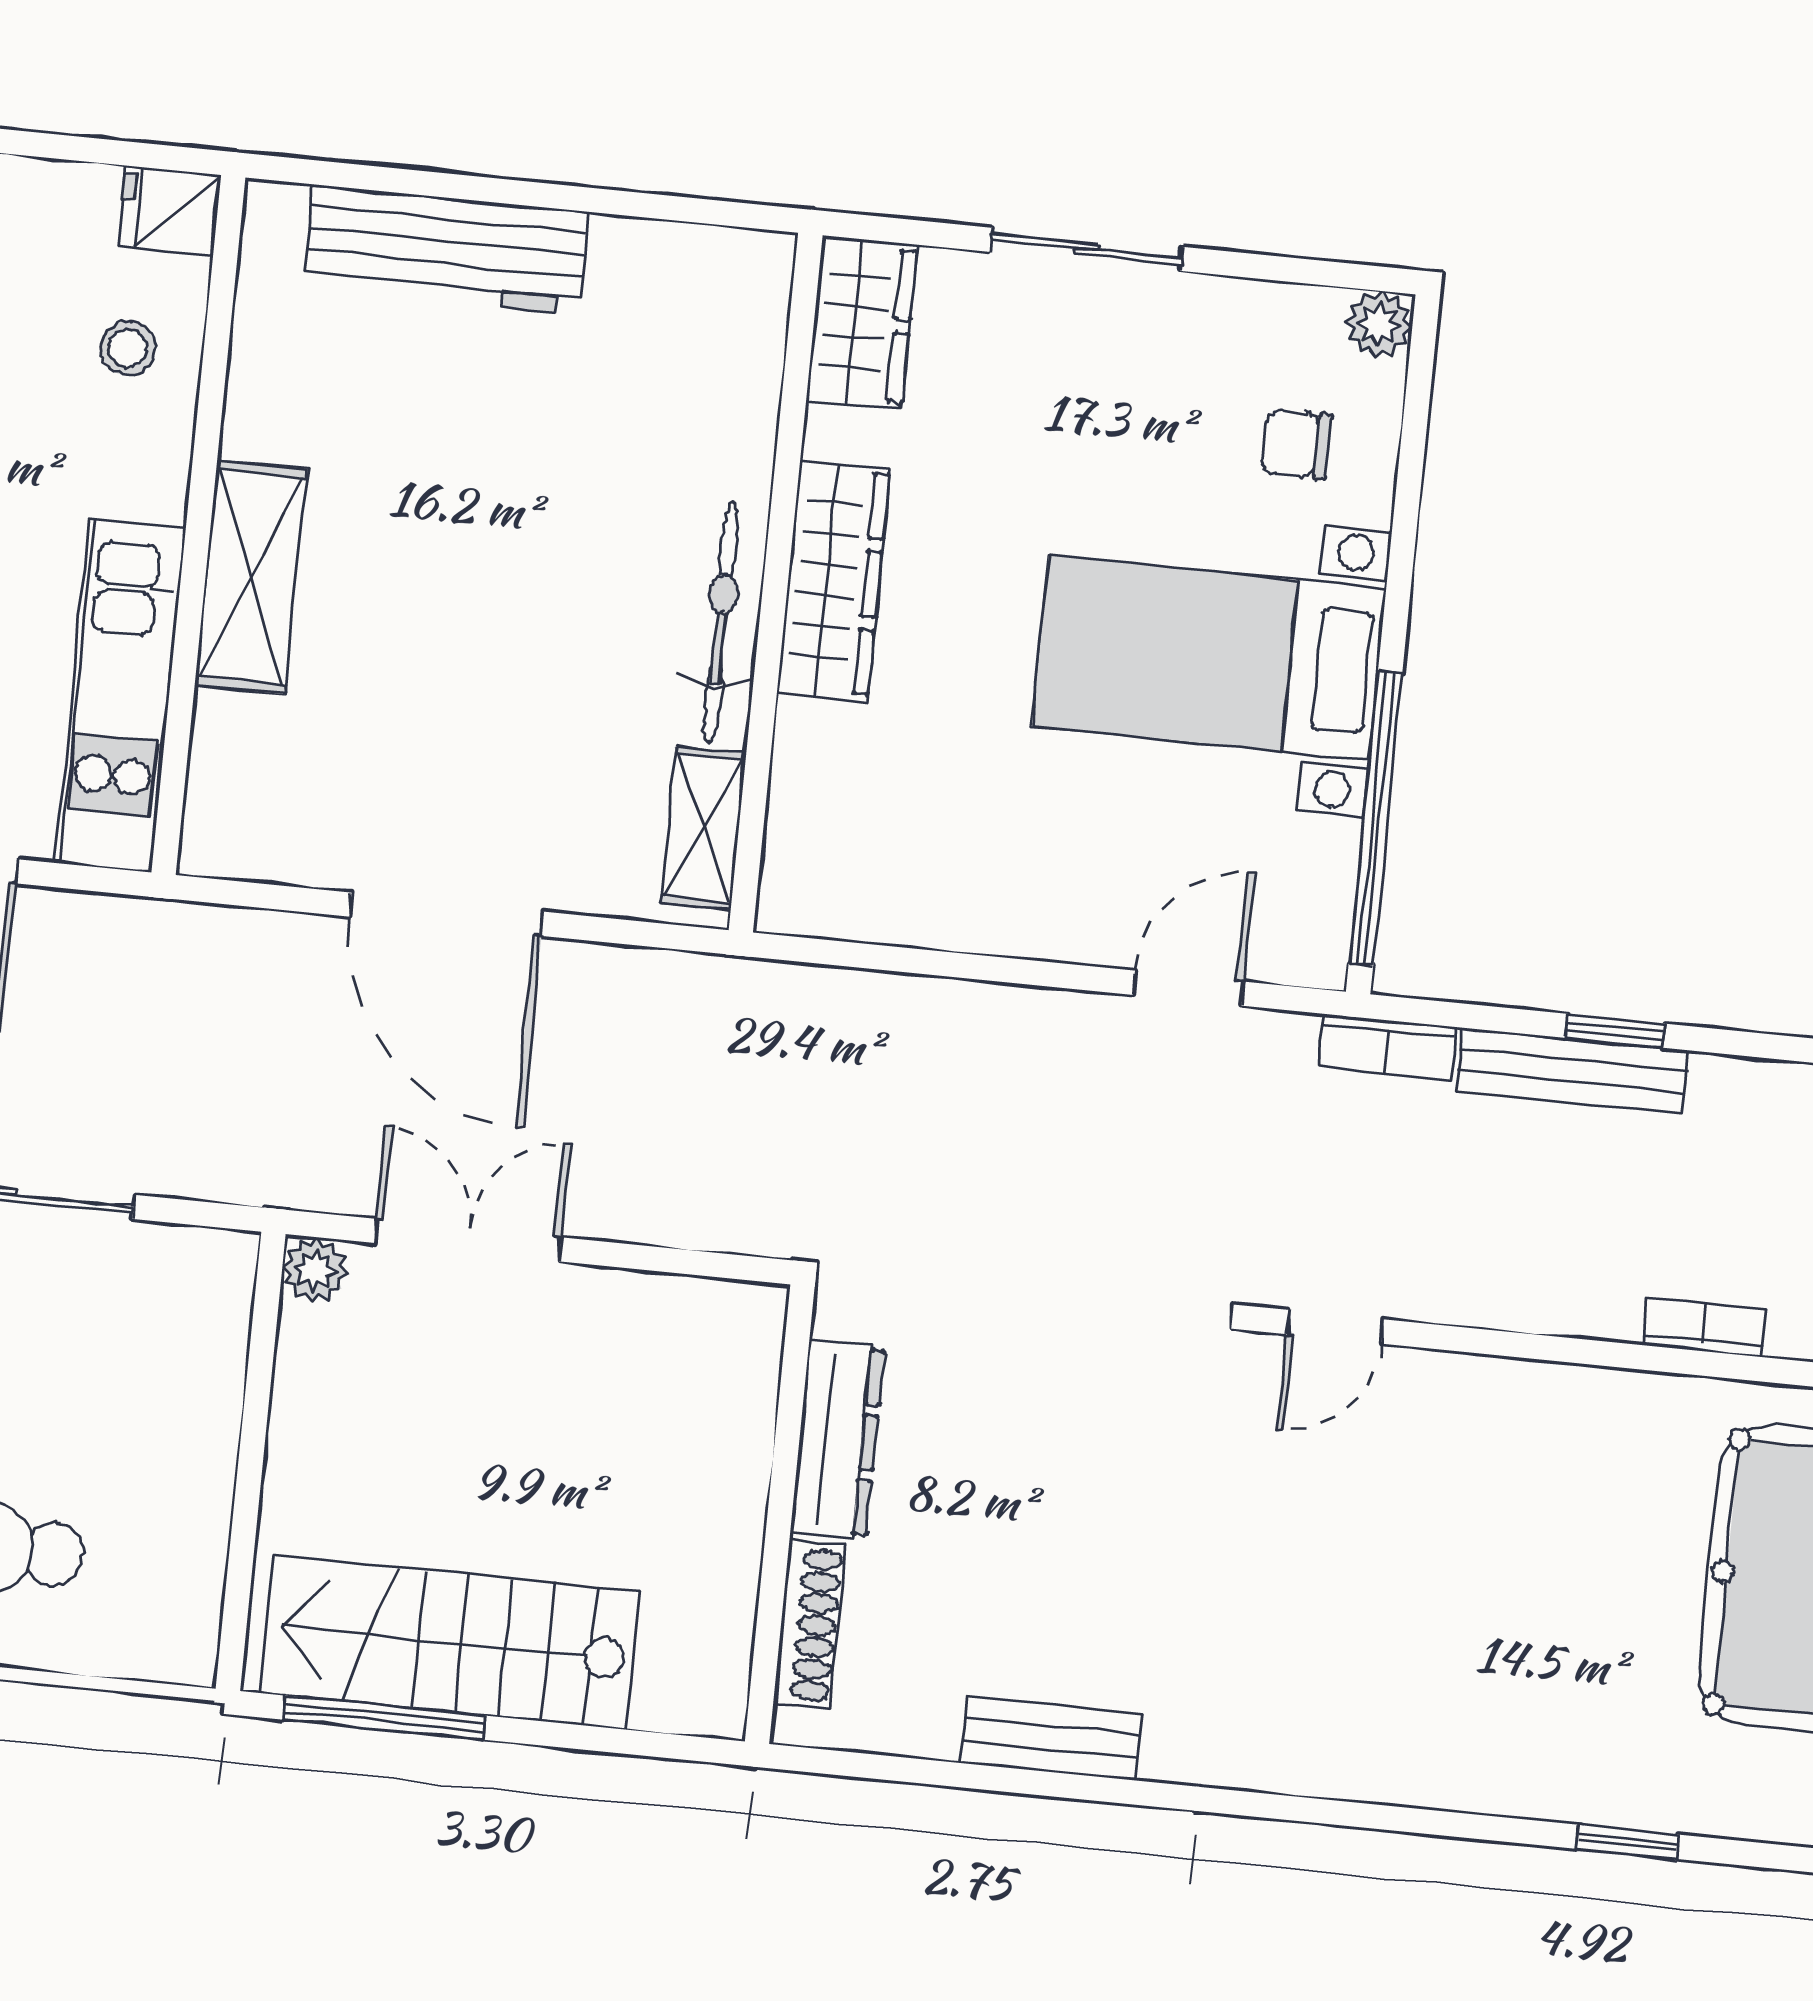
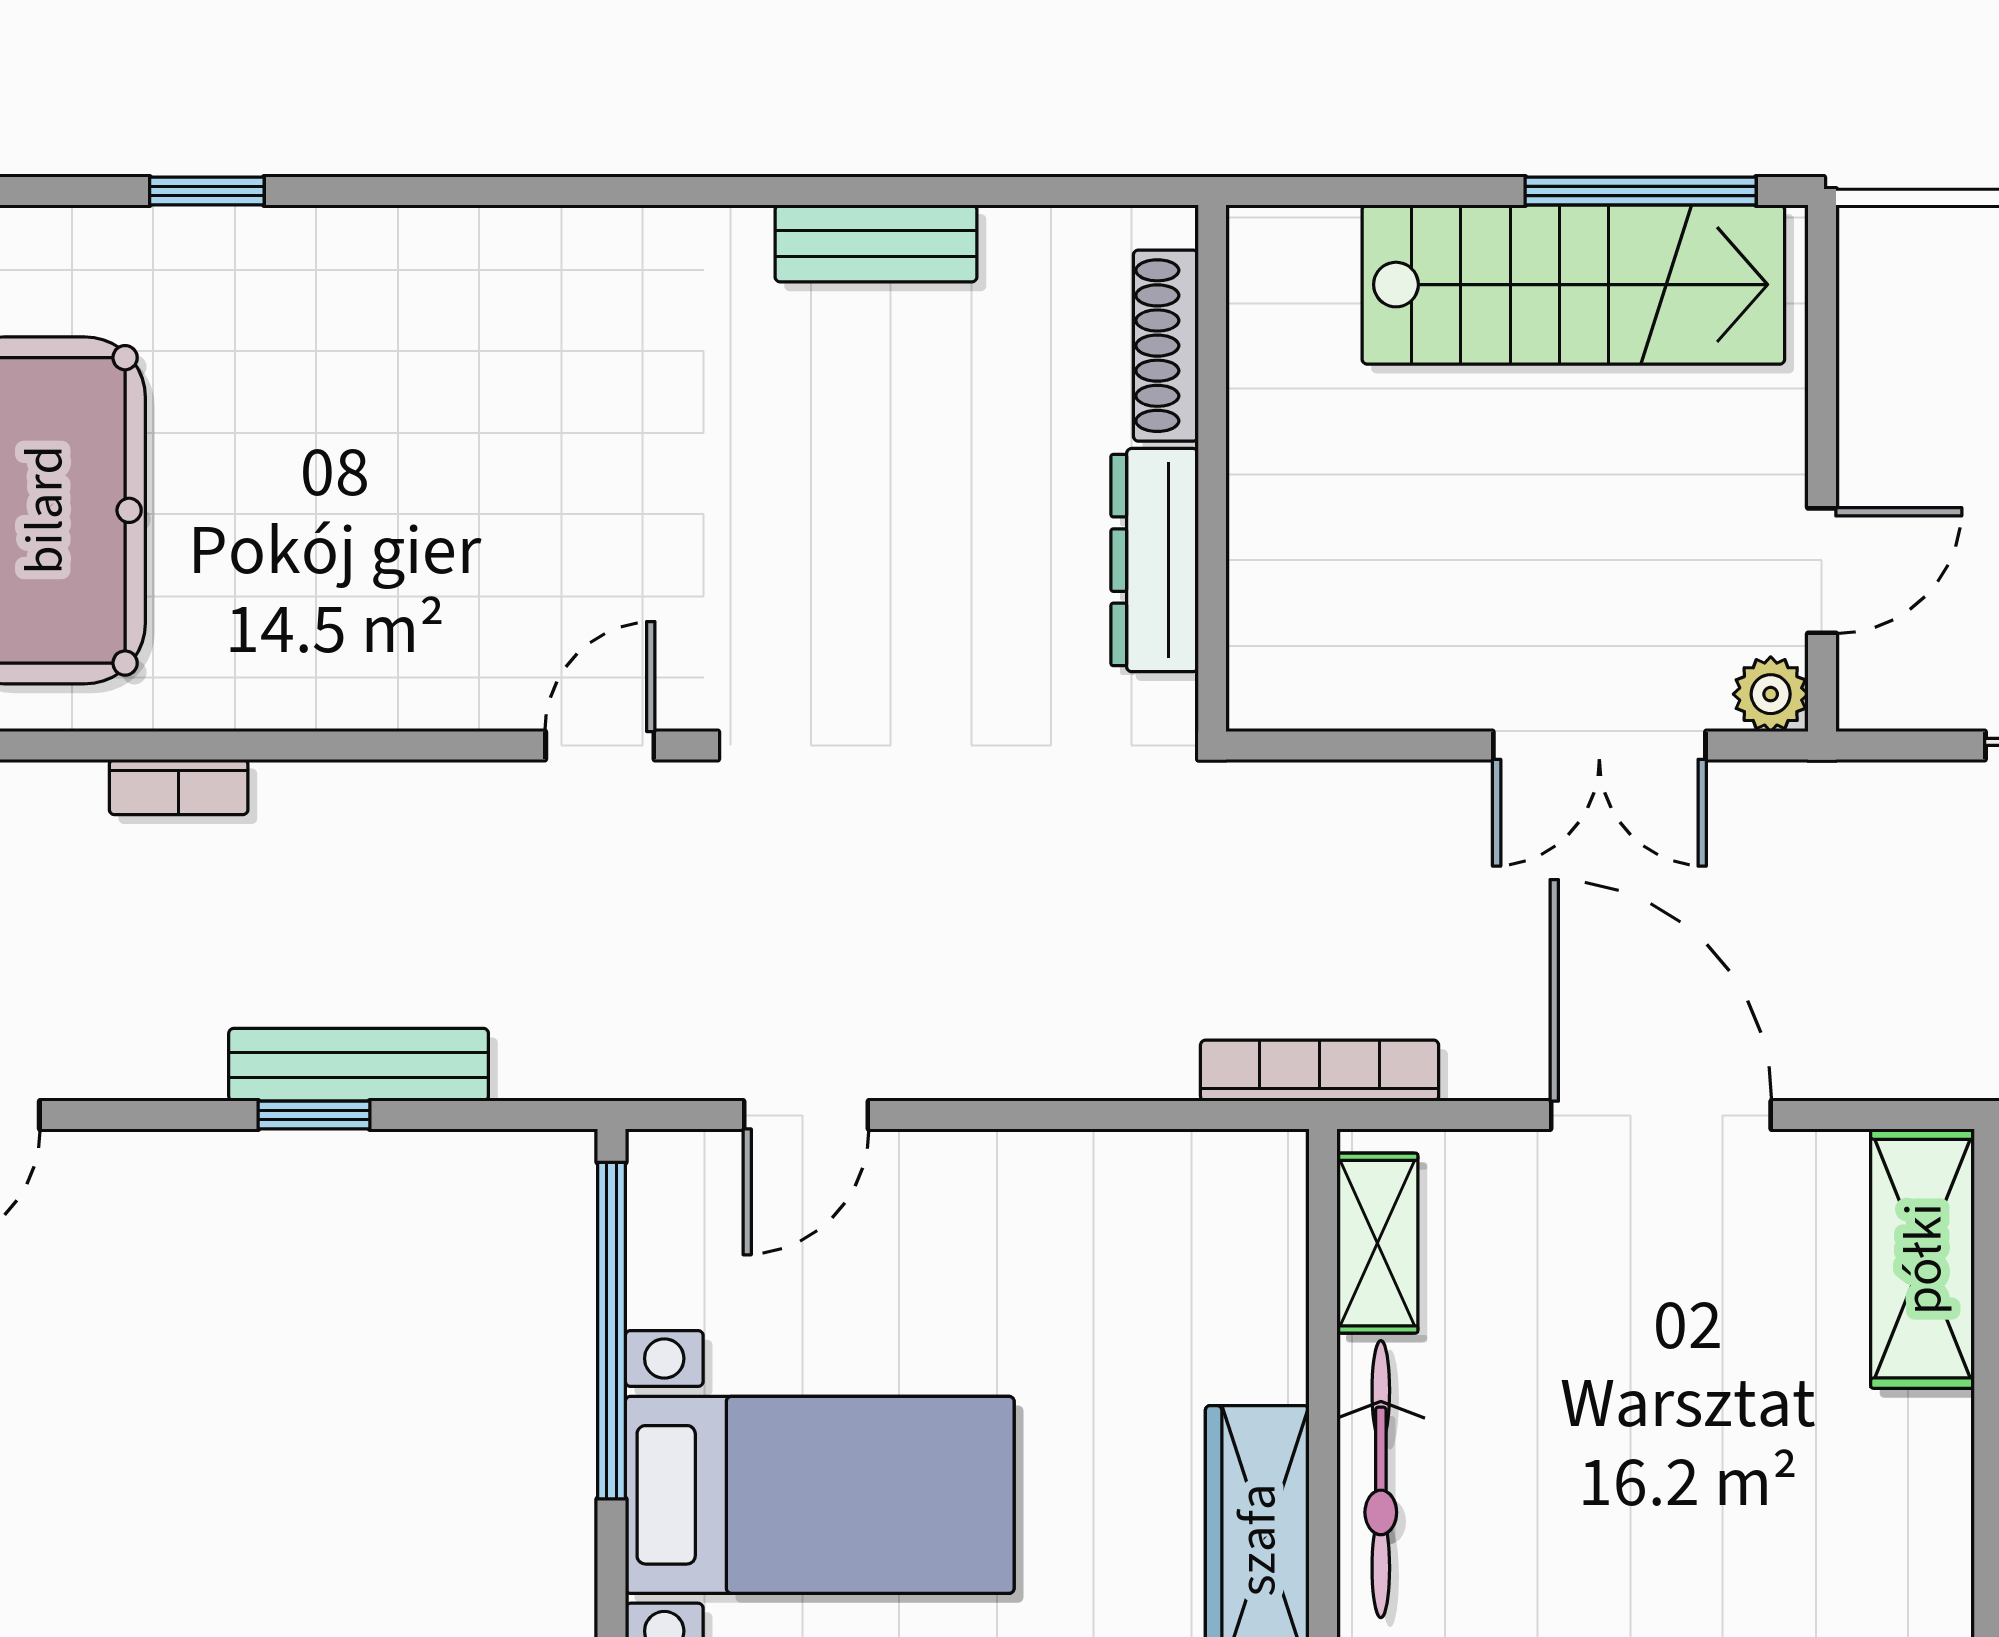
shelving: (251, 577) -> (1923, 1259), moved
bookcase: (1387, 1047) -> (1320, 1071), moved, width x1.56
door: (260, 1373) -> (1822, 571), added

